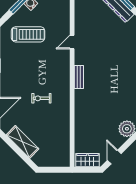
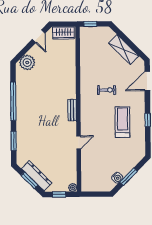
treadmill: (28, 34) -> (122, 122), moved, turned 90
window: (58, 170) -> (90, 24), added

